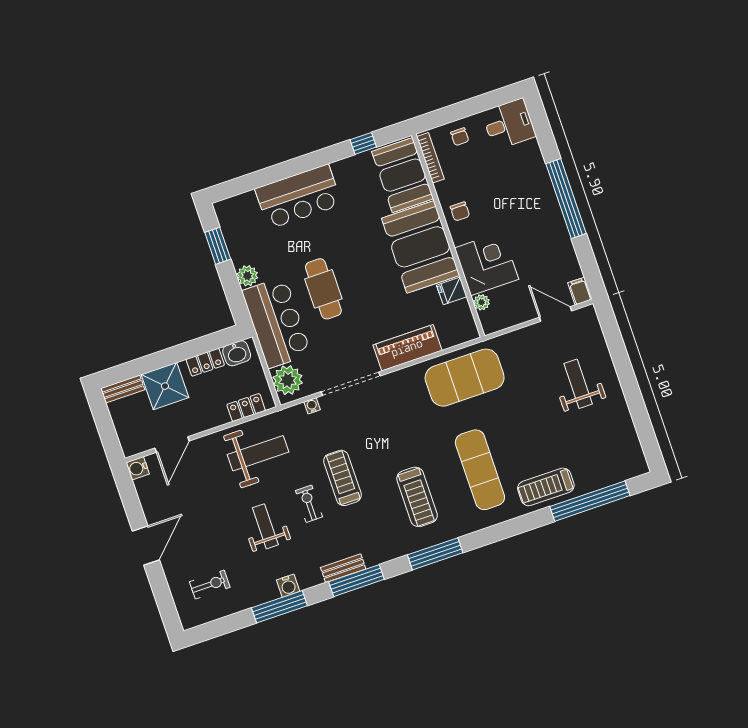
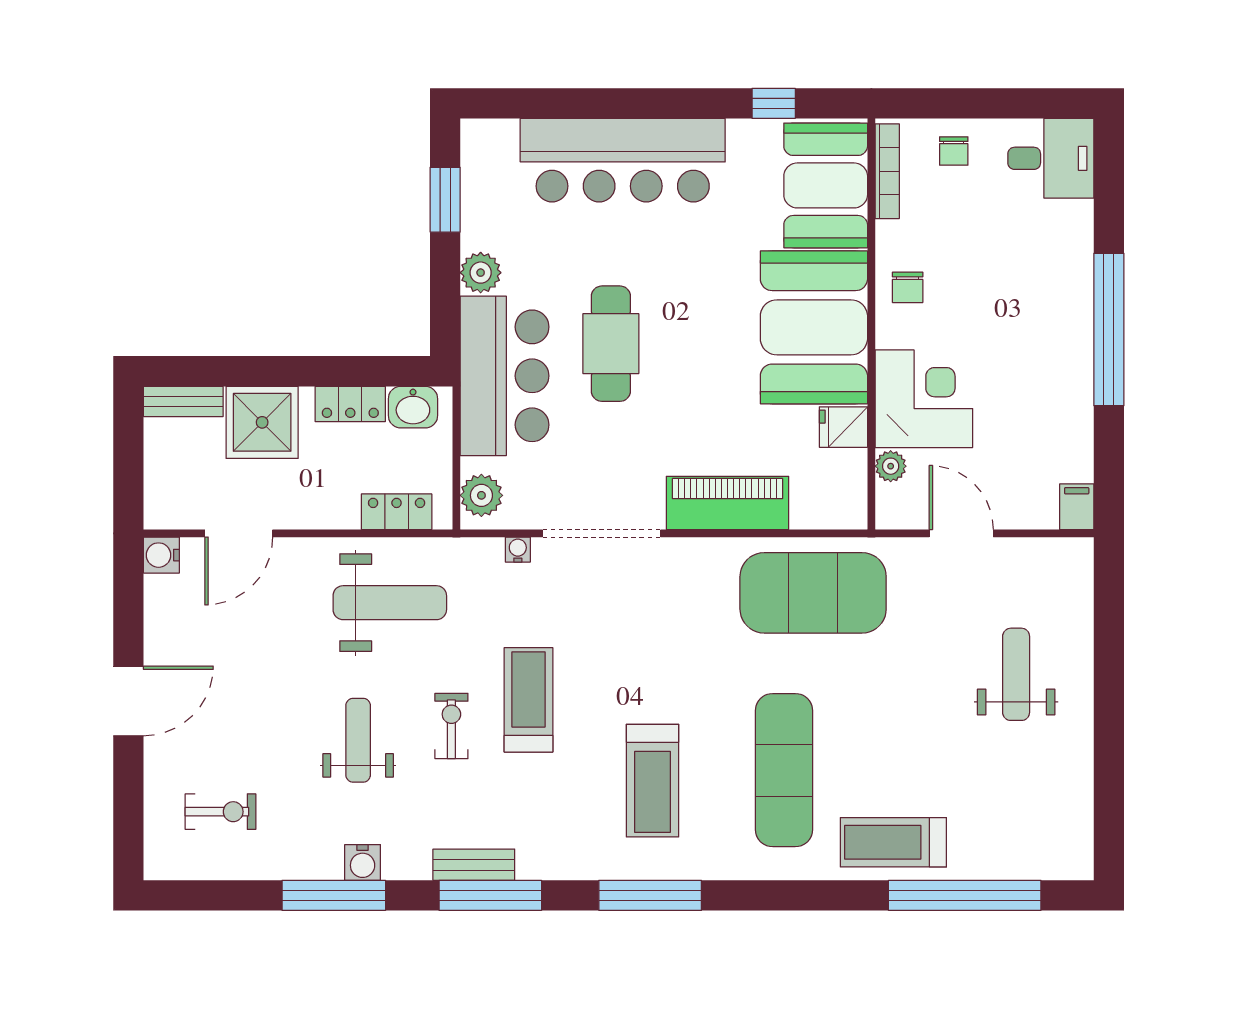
bar counter: (298, 197) -> (623, 160), width x1.36
door: (555, 314) -> (961, 533), moved
plant: (288, 380) -> (481, 495), width x0.73, depth x0.73

